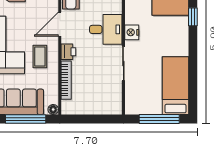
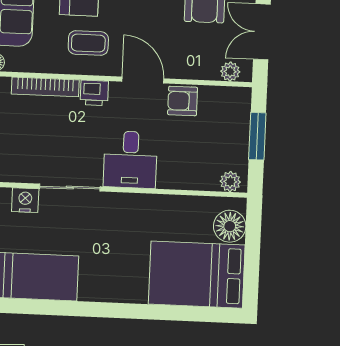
window: (193, 17) -> (146, 312), removed
nightstand: (132, 32) -> (25, 200), moved

